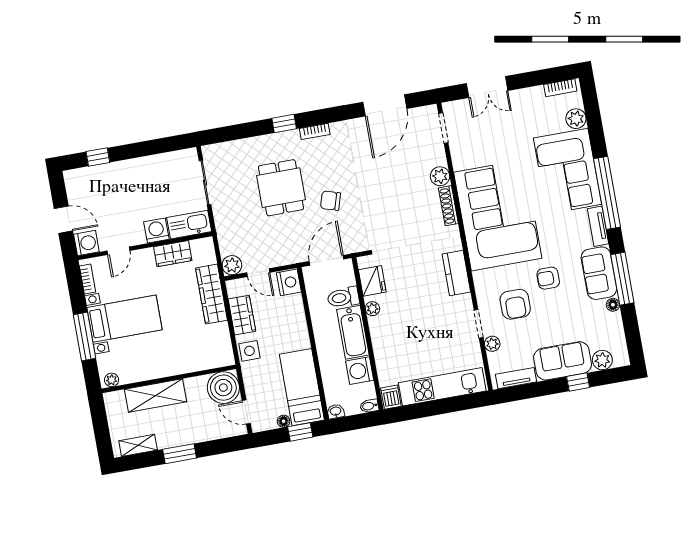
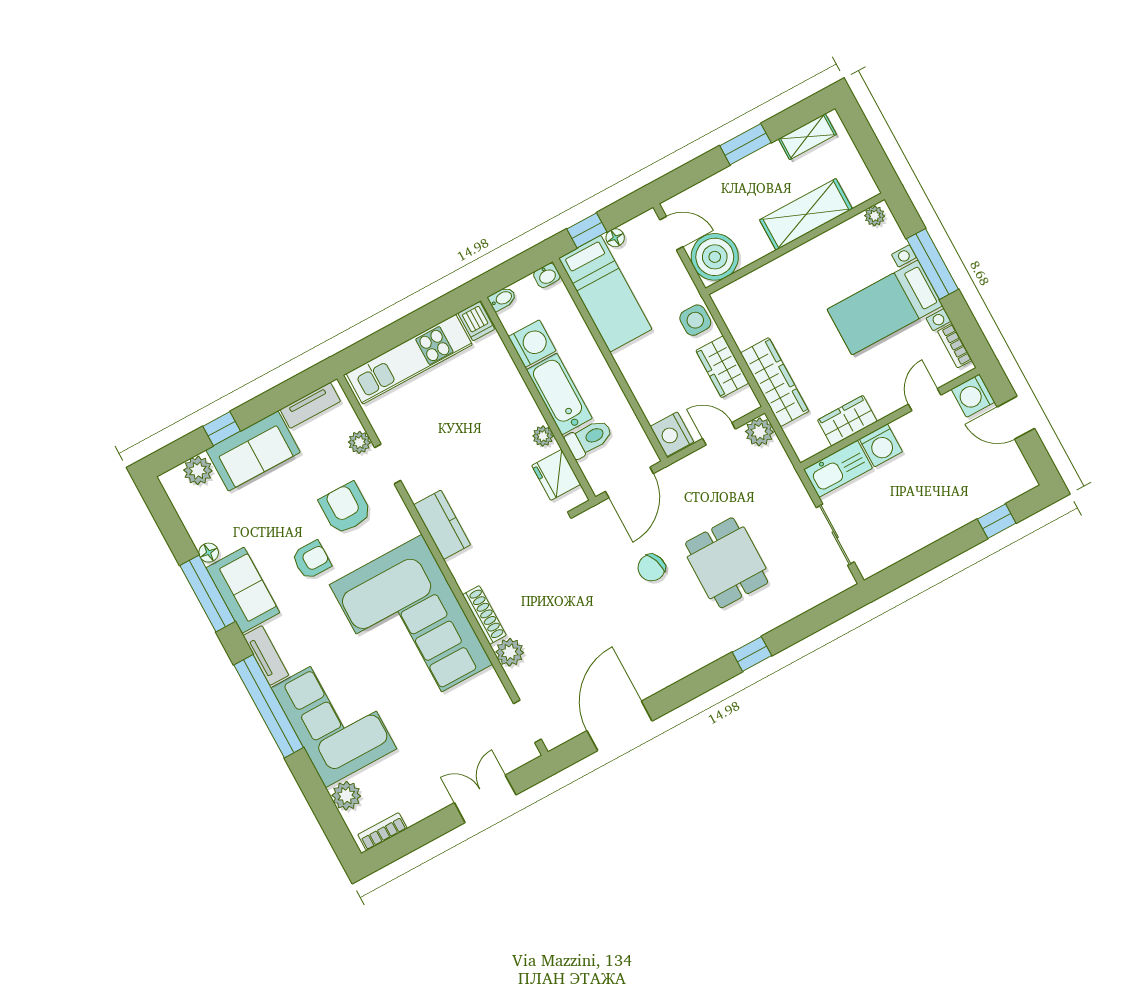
bookcase: (315, 131) -> (705, 657), removed
chair: (330, 201) -> (651, 568), turned 144

